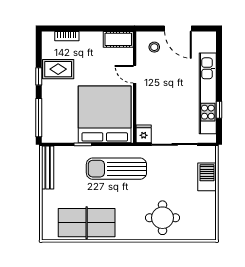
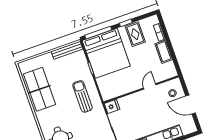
door: (178, 28) -> (191, 105), hinge flipped
cot: (118, 39) -> (164, 52), moved
bed: (105, 114) -> (106, 53), moved, turned 90
sun lounger: (116, 169) -> (82, 96), width x0.73, depth x0.75

